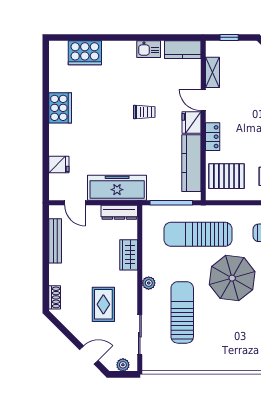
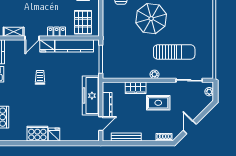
fridge: (59, 165) -> (54, 134), moved
dresser: (119, 212) -> (107, 104), moved
sun lounger: (198, 234) -> (122, 41), removed
rug: (103, 304) -> (158, 103), moved
sun lounger: (182, 312) -> (174, 52), turned 180
door: (89, 355) -> (190, 127), moved

